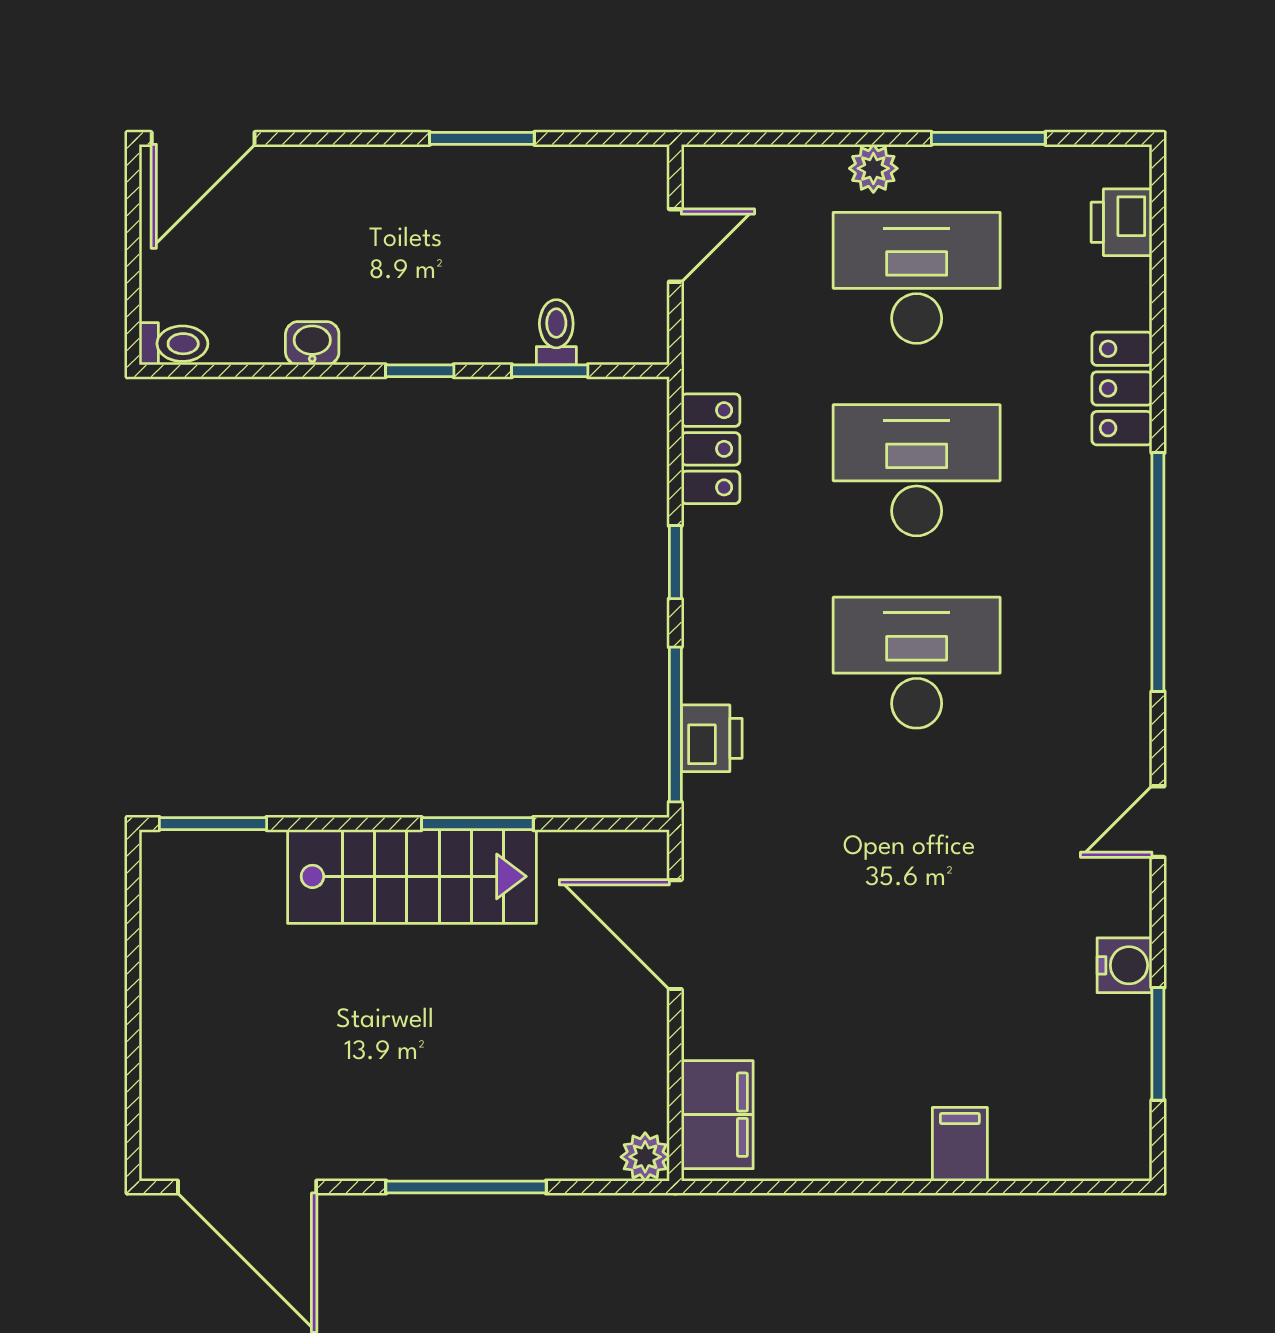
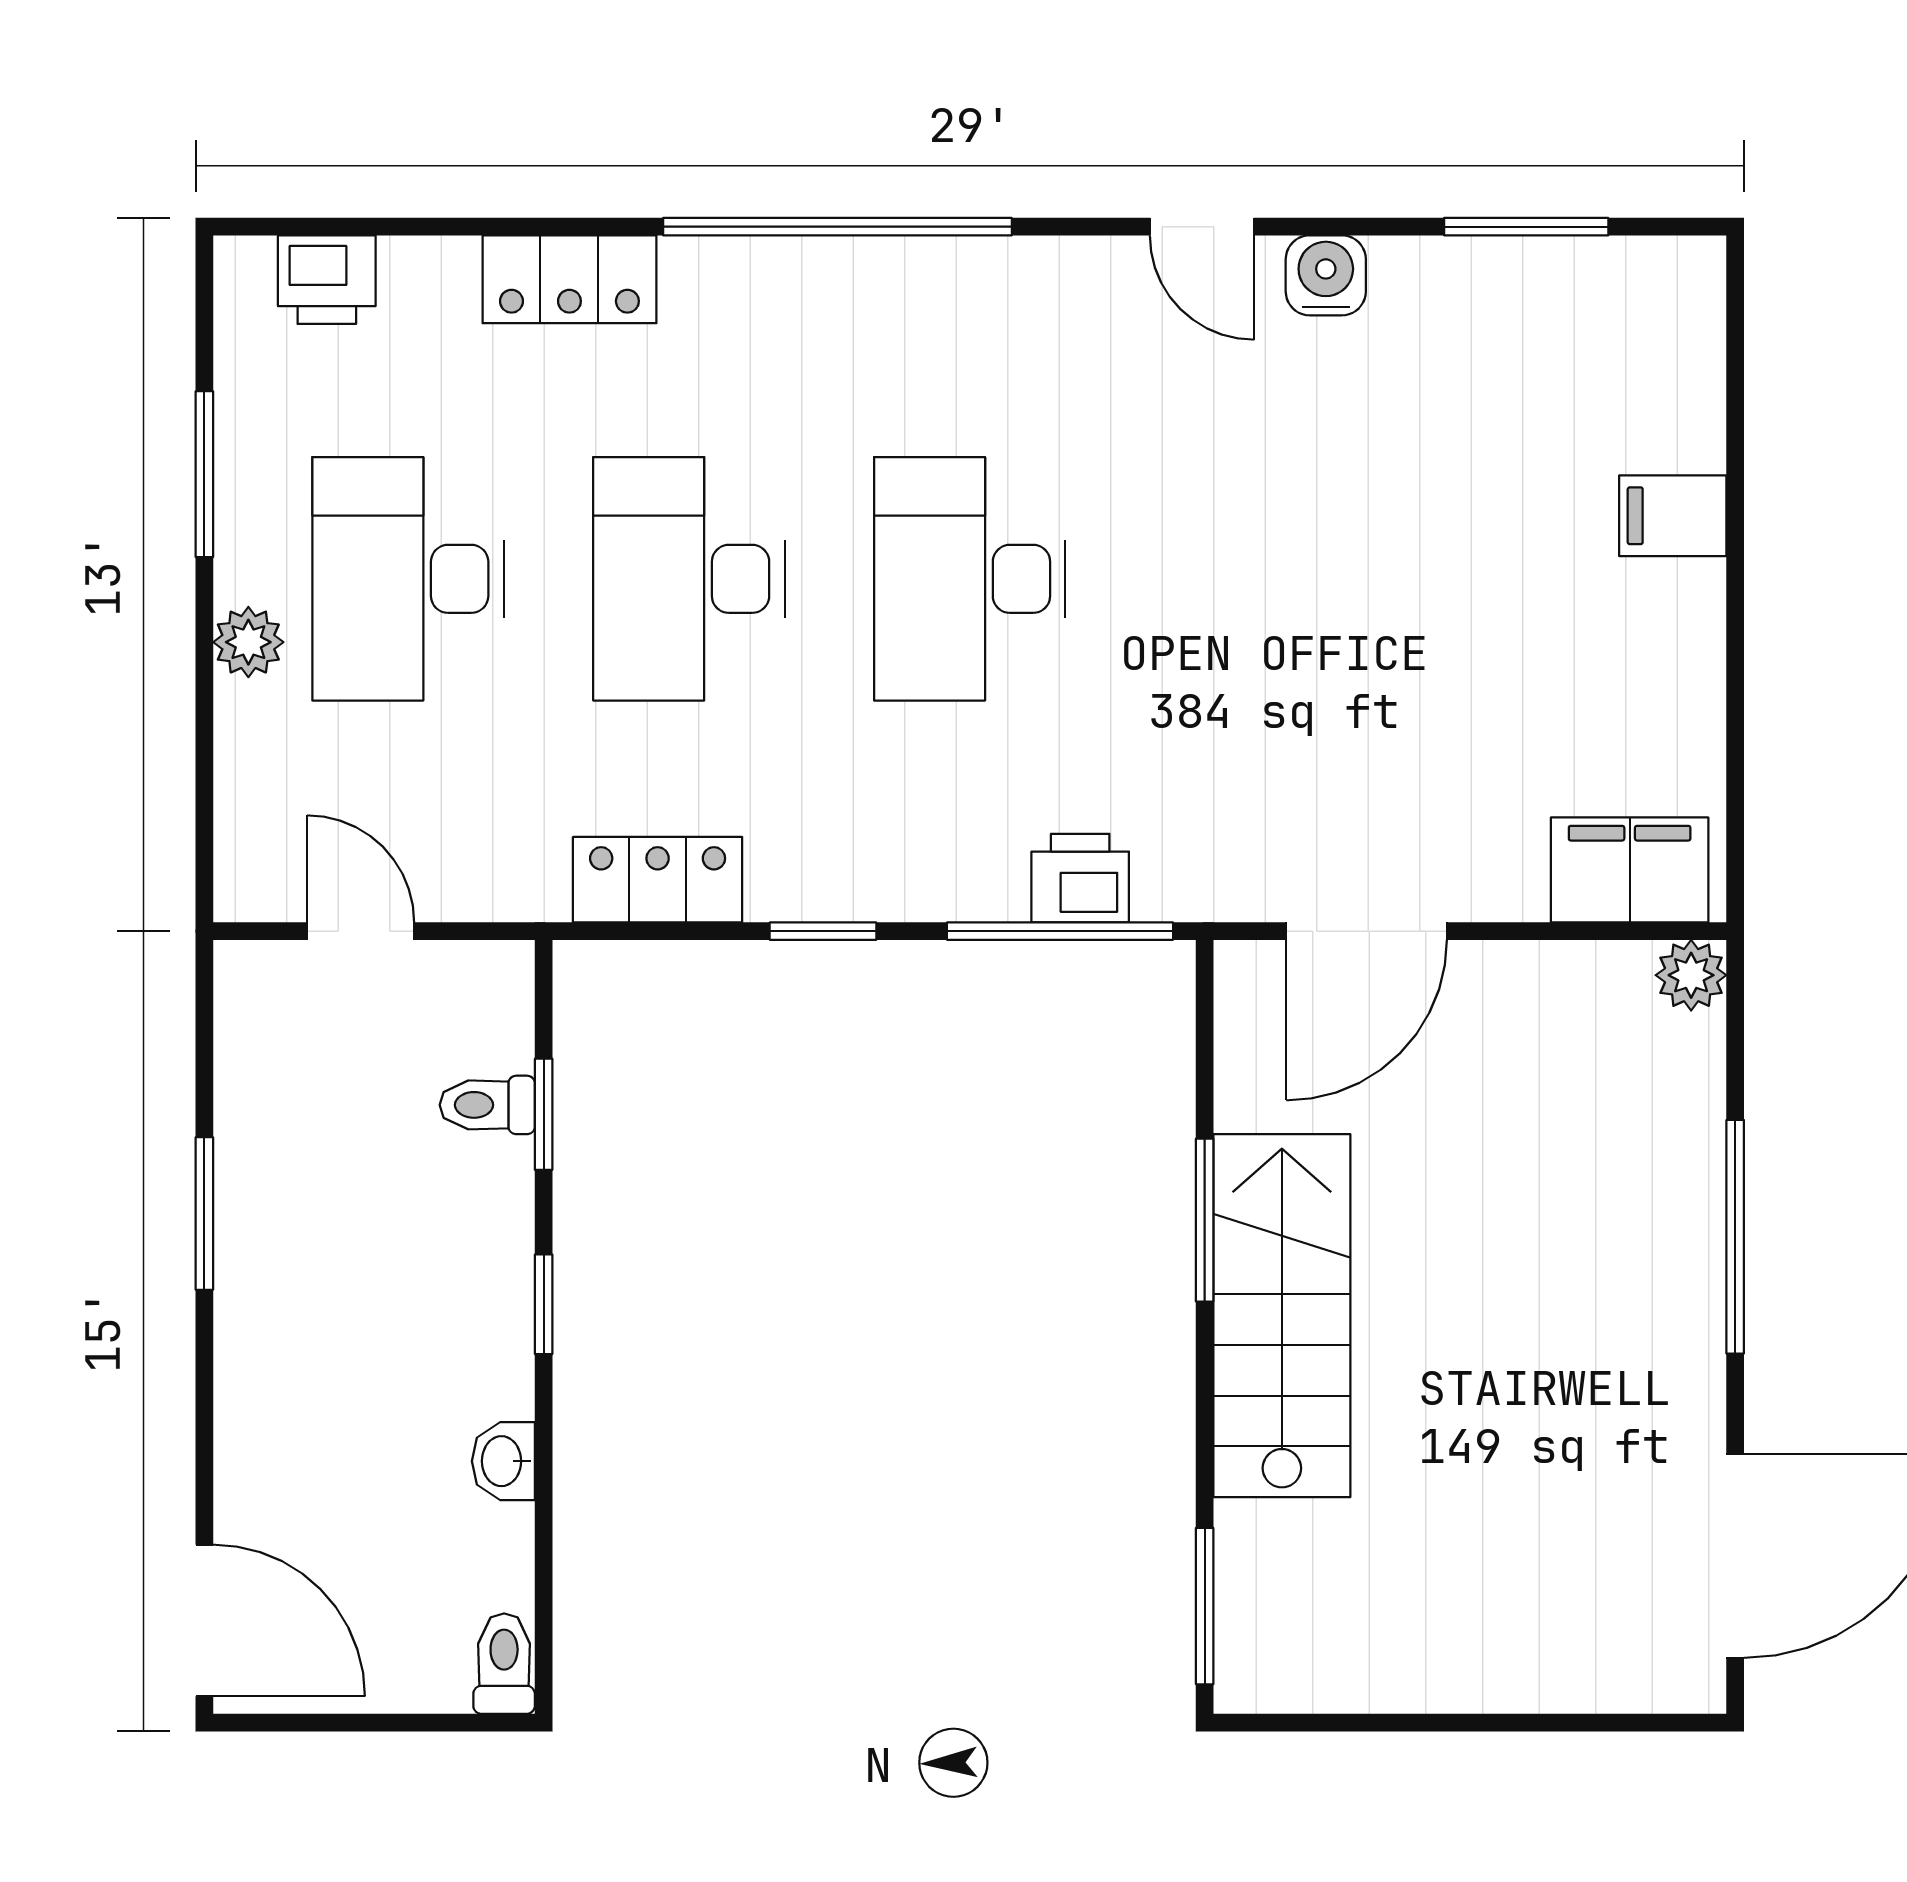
water cooler: (1125, 965) -> (1326, 275), moved

